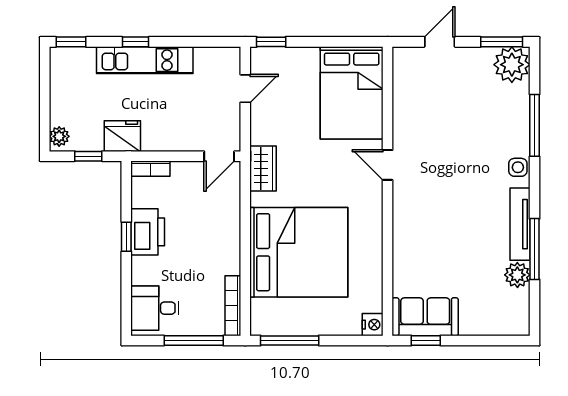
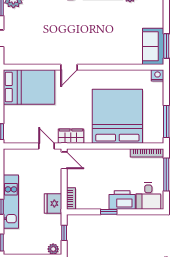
door: (245, 89) -> (46, 146), moved
fridge: (122, 136) -> (53, 203), moved
printer: (148, 232) -> (122, 200), moved
window: (426, 340) -> (166, 46), width x1.50

